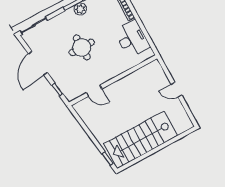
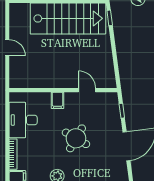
round table: (82, 47) -> (76, 138), turned 30
filing cabinet: (113, 70) -> (57, 100), added

